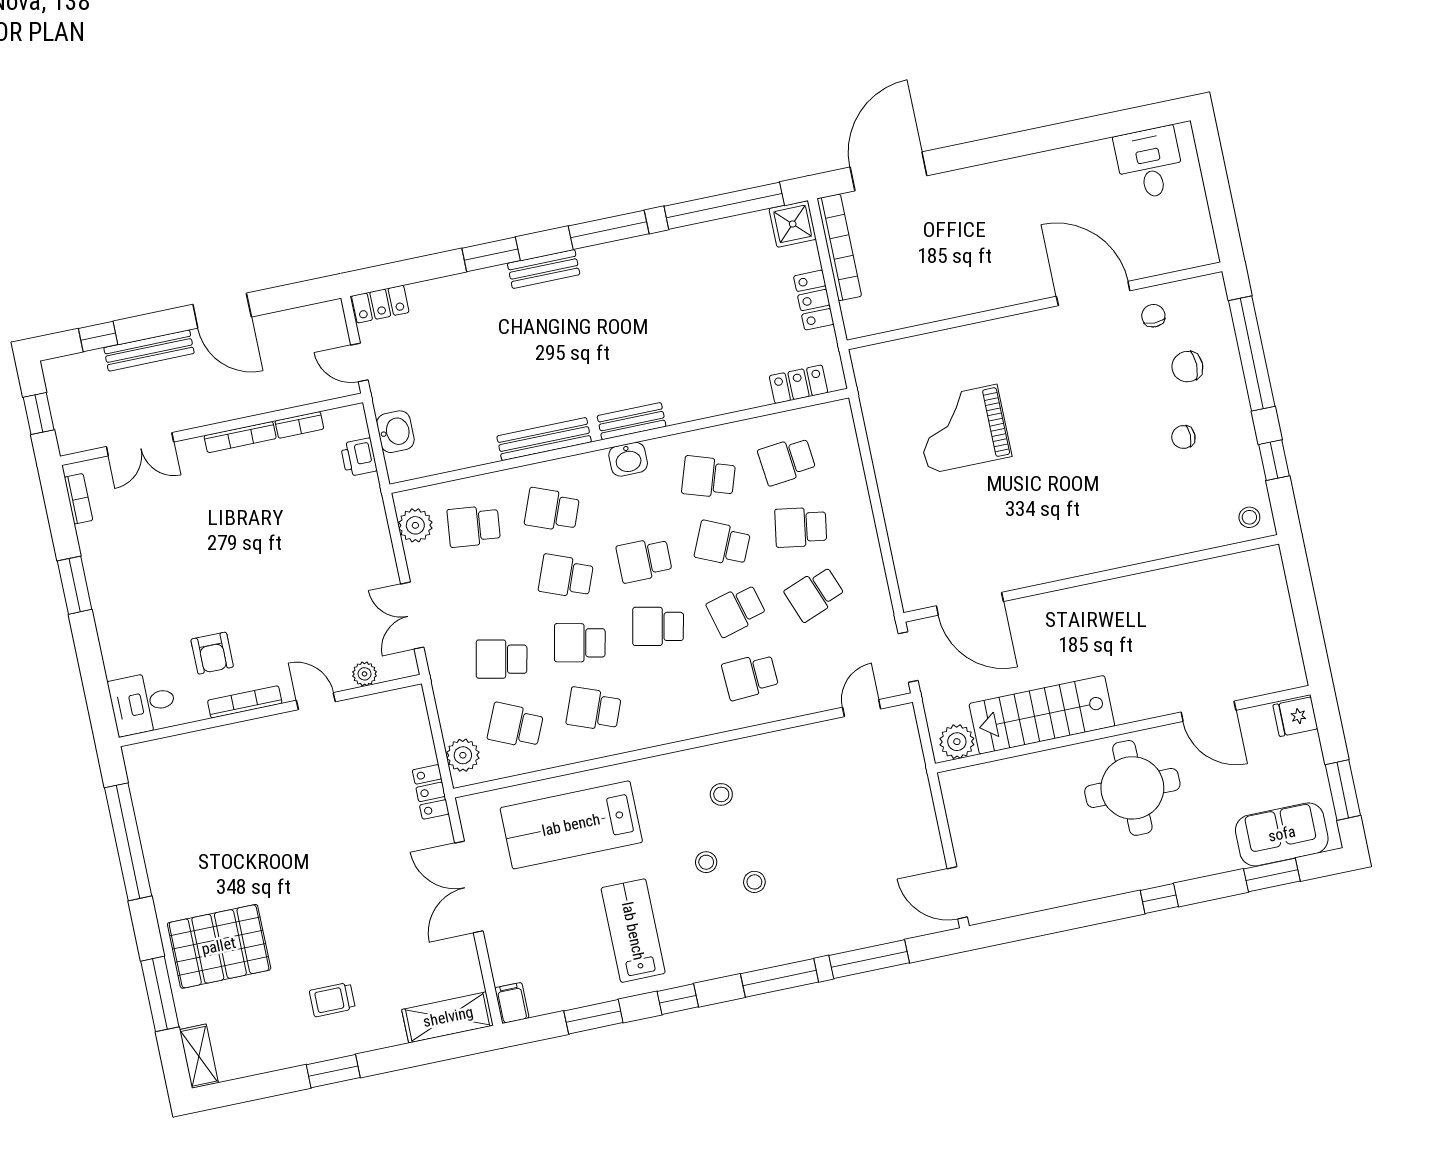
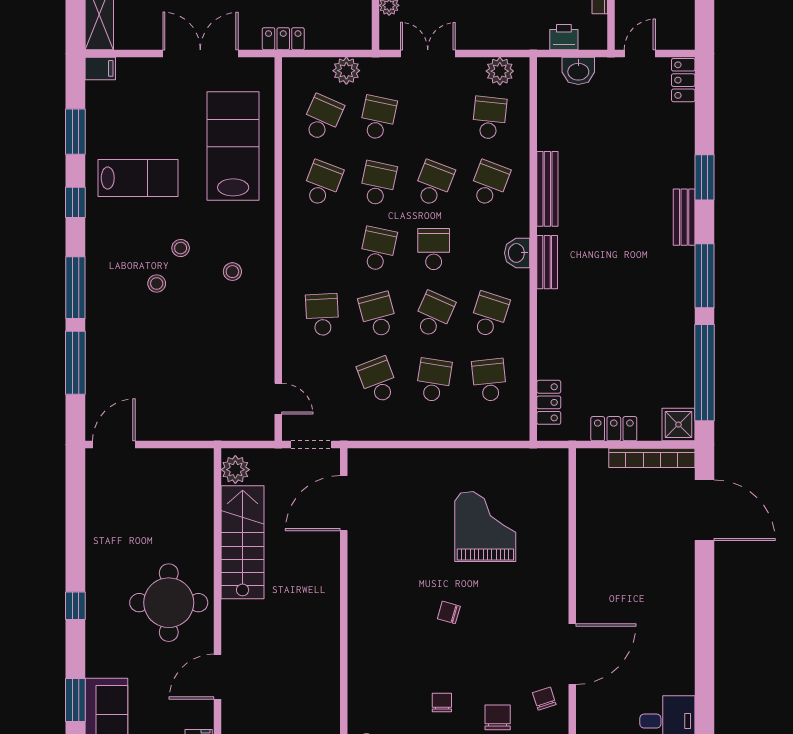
chair: (1153, 316) -> (544, 699), turned -108
chair: (1074, 451) -> (449, 612), added
plant: (463, 755) -> (346, 71), moved

